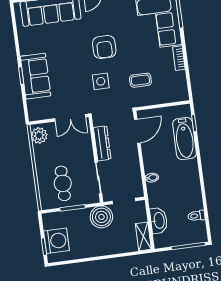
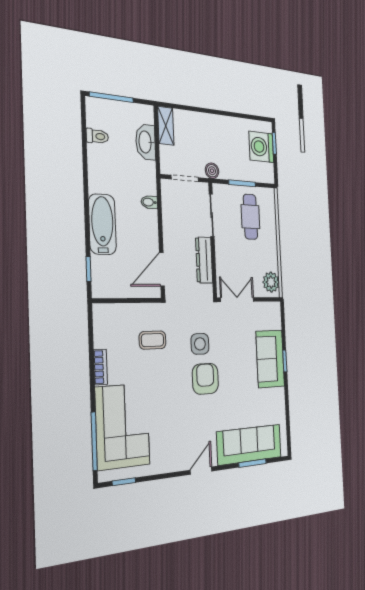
armchair: (104, 47) -> (205, 379), moved
bathtub: (184, 138) -> (102, 224), moved
boiler: (101, 217) -> (212, 171), width x0.54, depth x0.54

